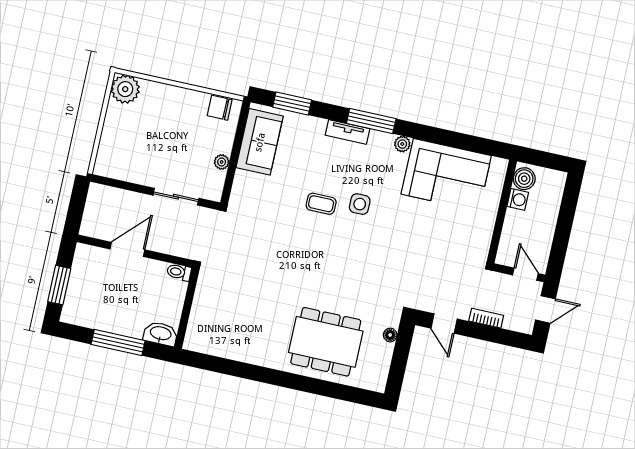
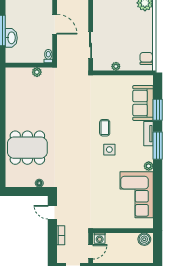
window: (292, 103) -> (158, 110), moved
sofa: (260, 142) -> (143, 103), moved, turned 90
washing machine: (518, 199) -> (100, 238), moved
plant: (202, 298) -> (37, 72), added
door: (444, 324) -> (52, 212), hinge flipped
washbasin: (161, 334) -> (11, 38), moved
dining table: (326, 342) -> (27, 148), turned 90

